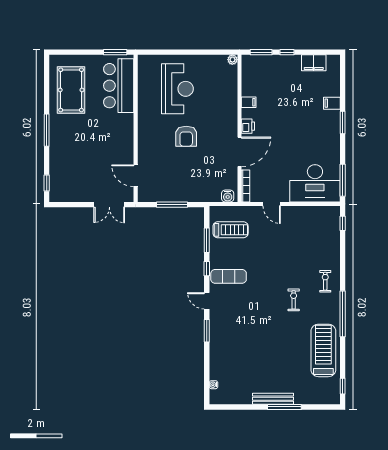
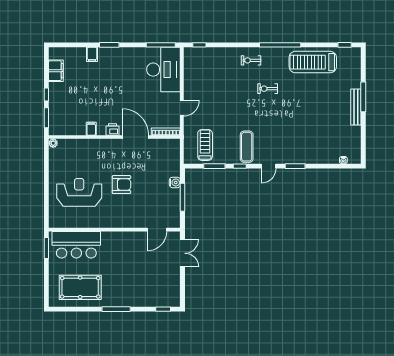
water cooler: (228, 196) -> (175, 182), moved

